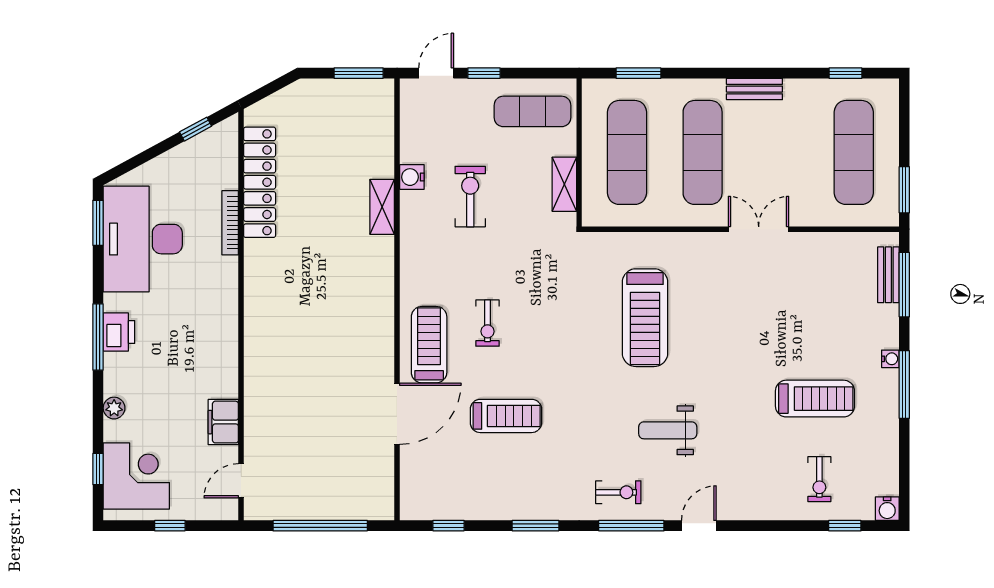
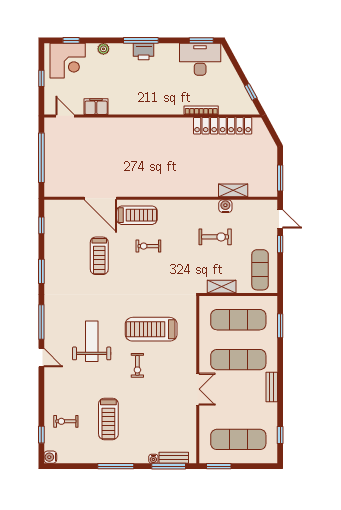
shelving: (382, 207) -> (233, 190), moved
desk: (143, 239) -> (200, 59), width x0.73, depth x0.77
water cooler: (890, 359) -> (153, 459), moved
weight bench: (668, 430) -> (92, 341), width x1.36, depth x1.33
exercise bike: (618, 492) -> (137, 365), moved

